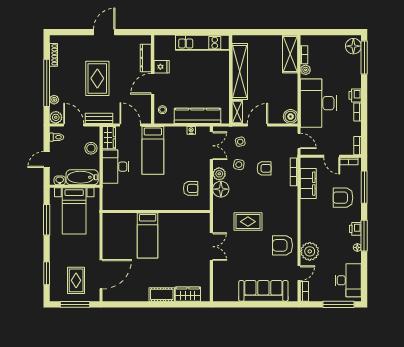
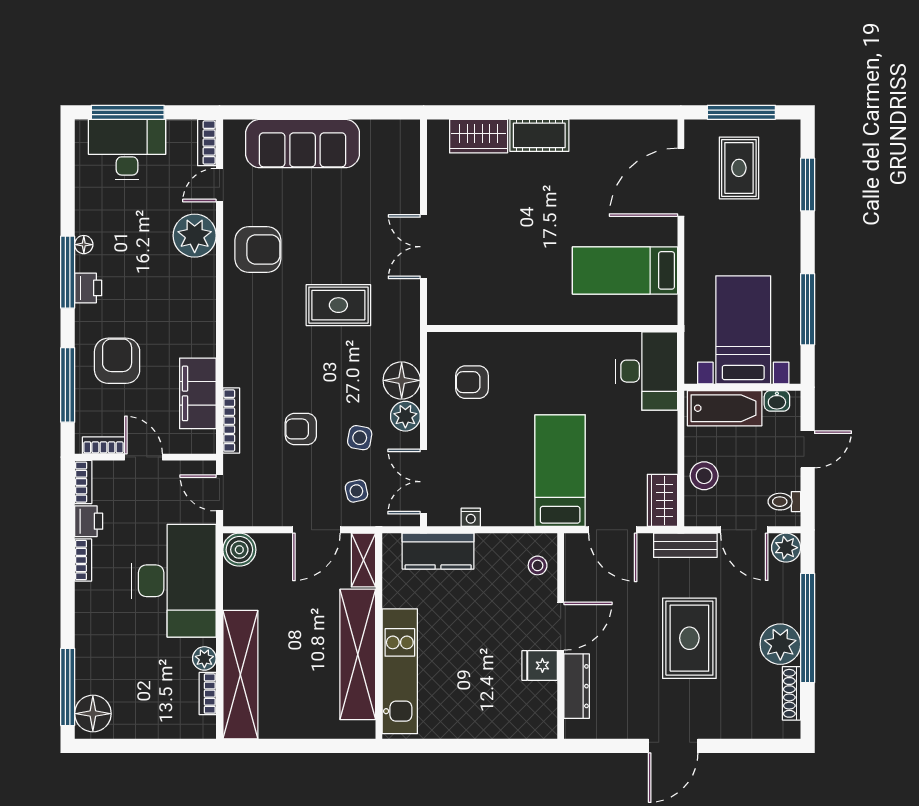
kitchen unit: (202, 43) -> (400, 671), moved, turned 90
shelving: (290, 54) -> (240, 675), width x1.47
printer: (355, 95) -> (89, 521), moved
plant: (54, 100) -> (780, 644), moved, width x1.87, depth x1.87
kitchen counter: (197, 116) -> (438, 551), width x0.67
desk: (116, 167) -> (647, 371), moved
armchair: (343, 198) -> (117, 361), turned -90
bed: (148, 235) -> (625, 270), moved, turned -90
desk: (348, 280) -> (127, 150), moved, turned 90

